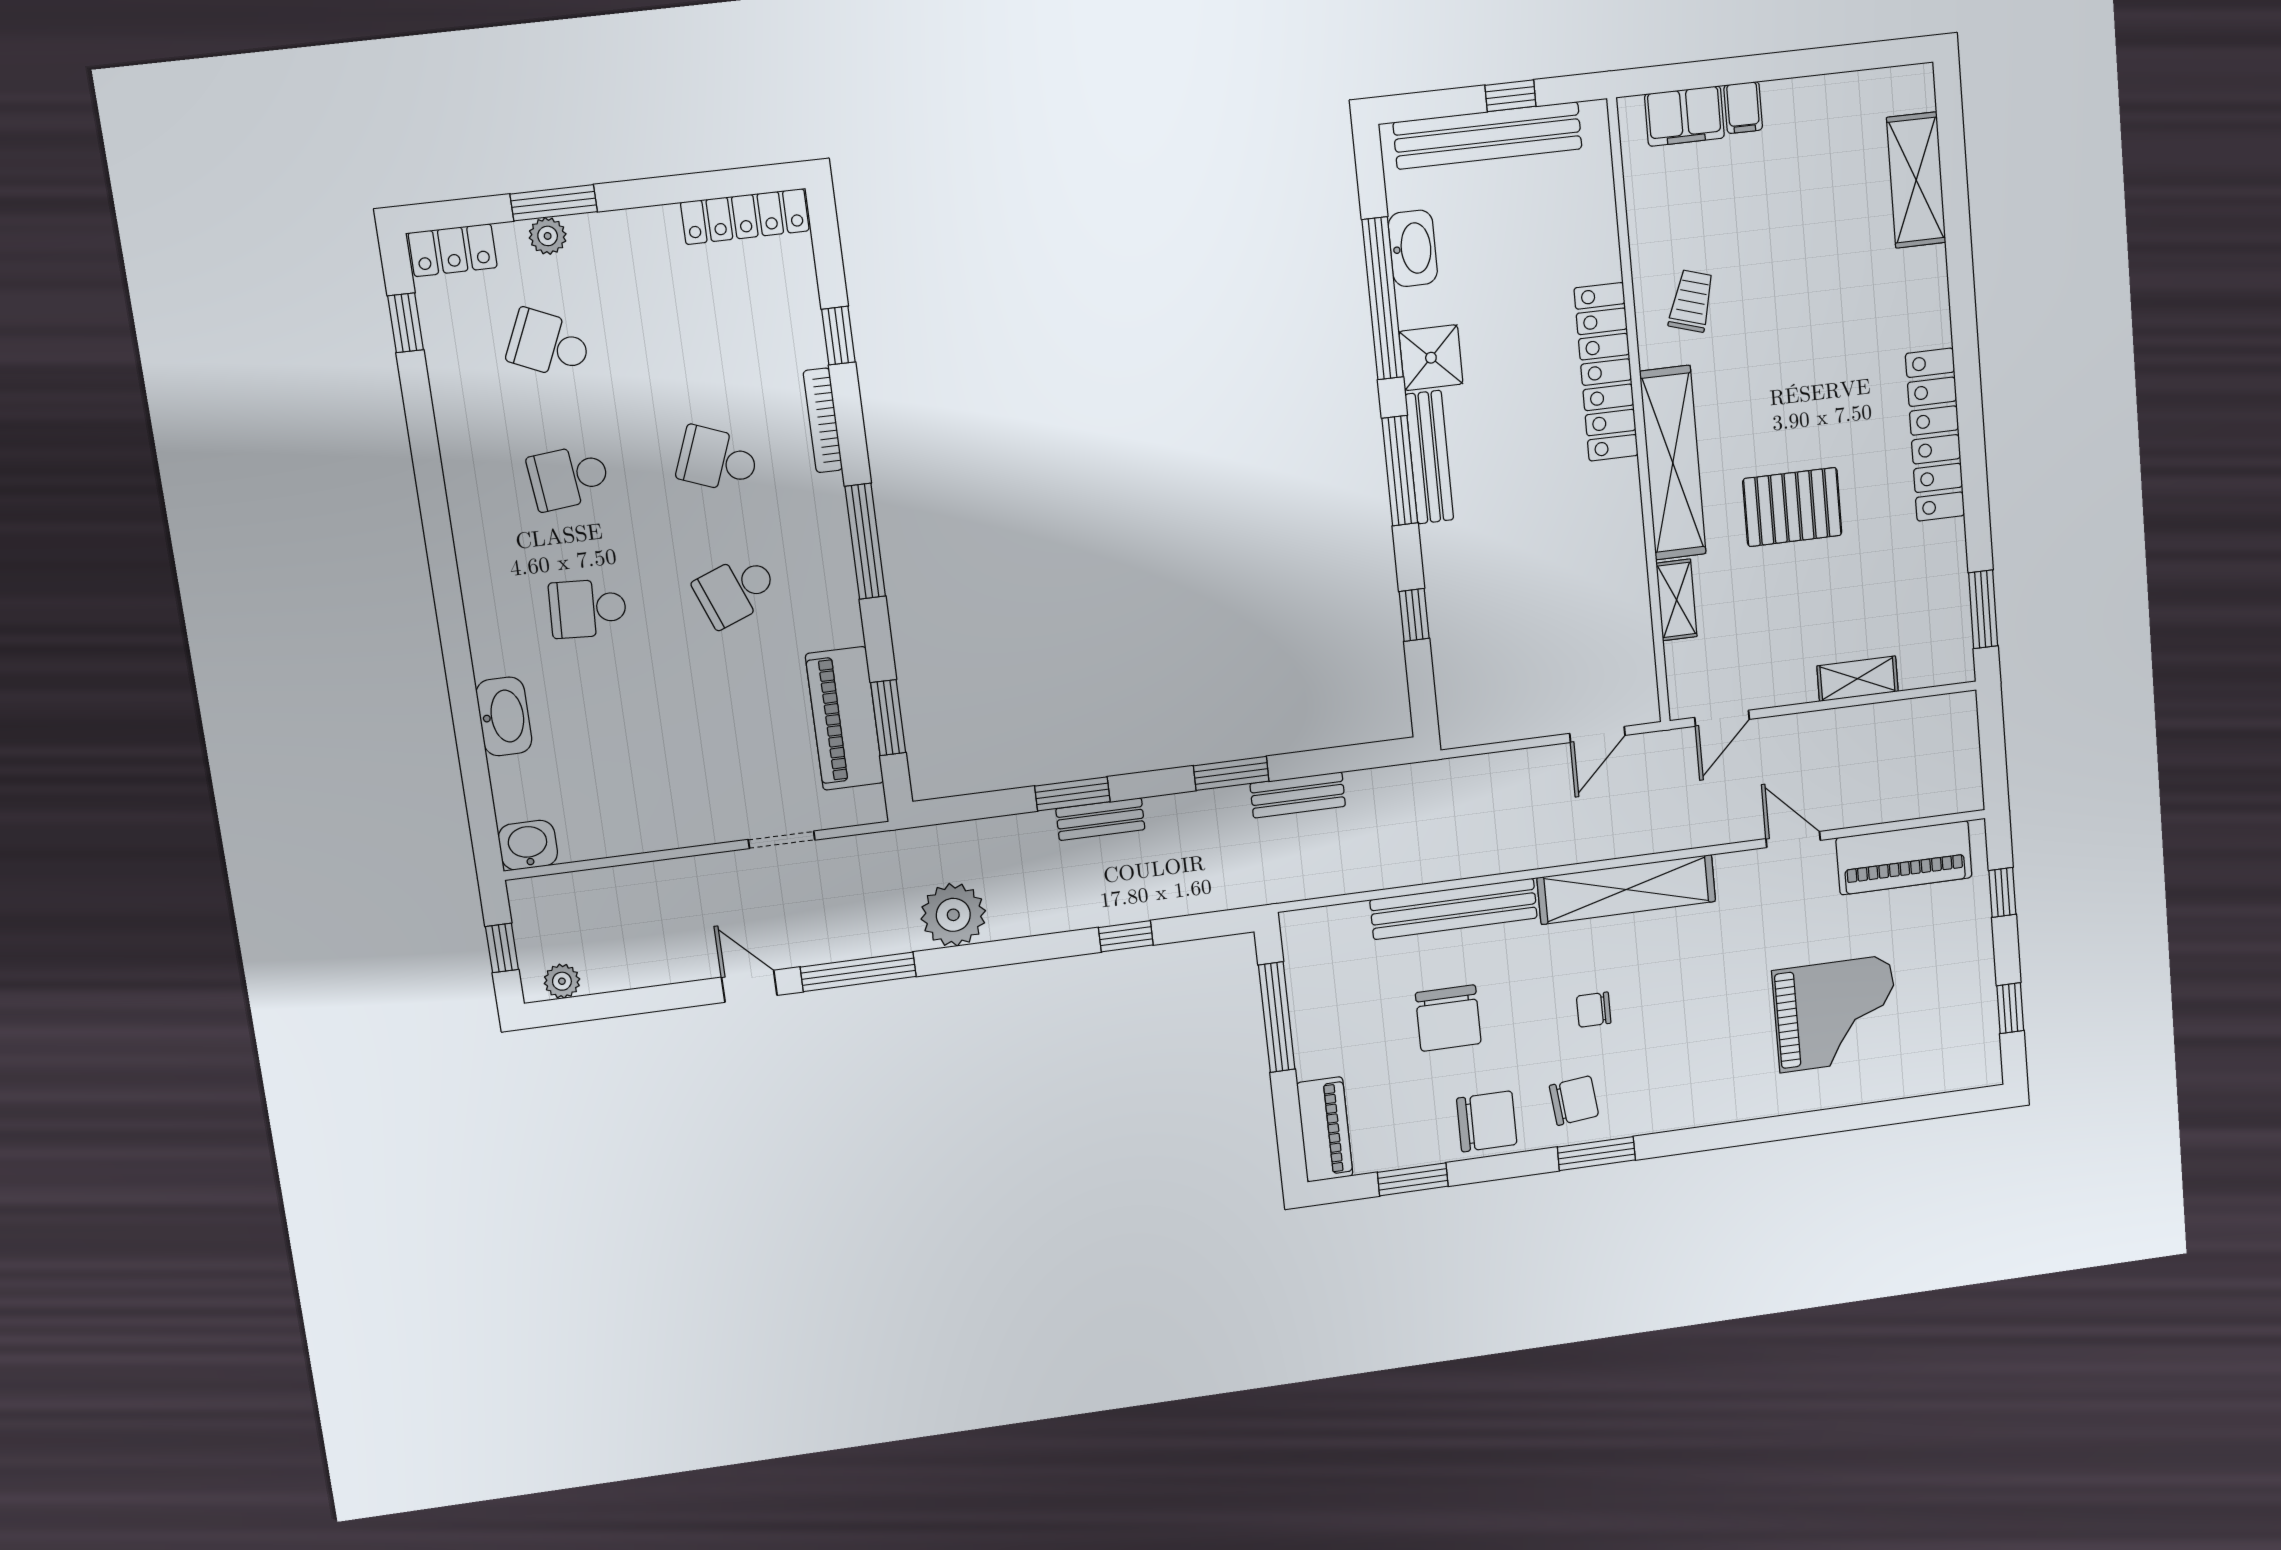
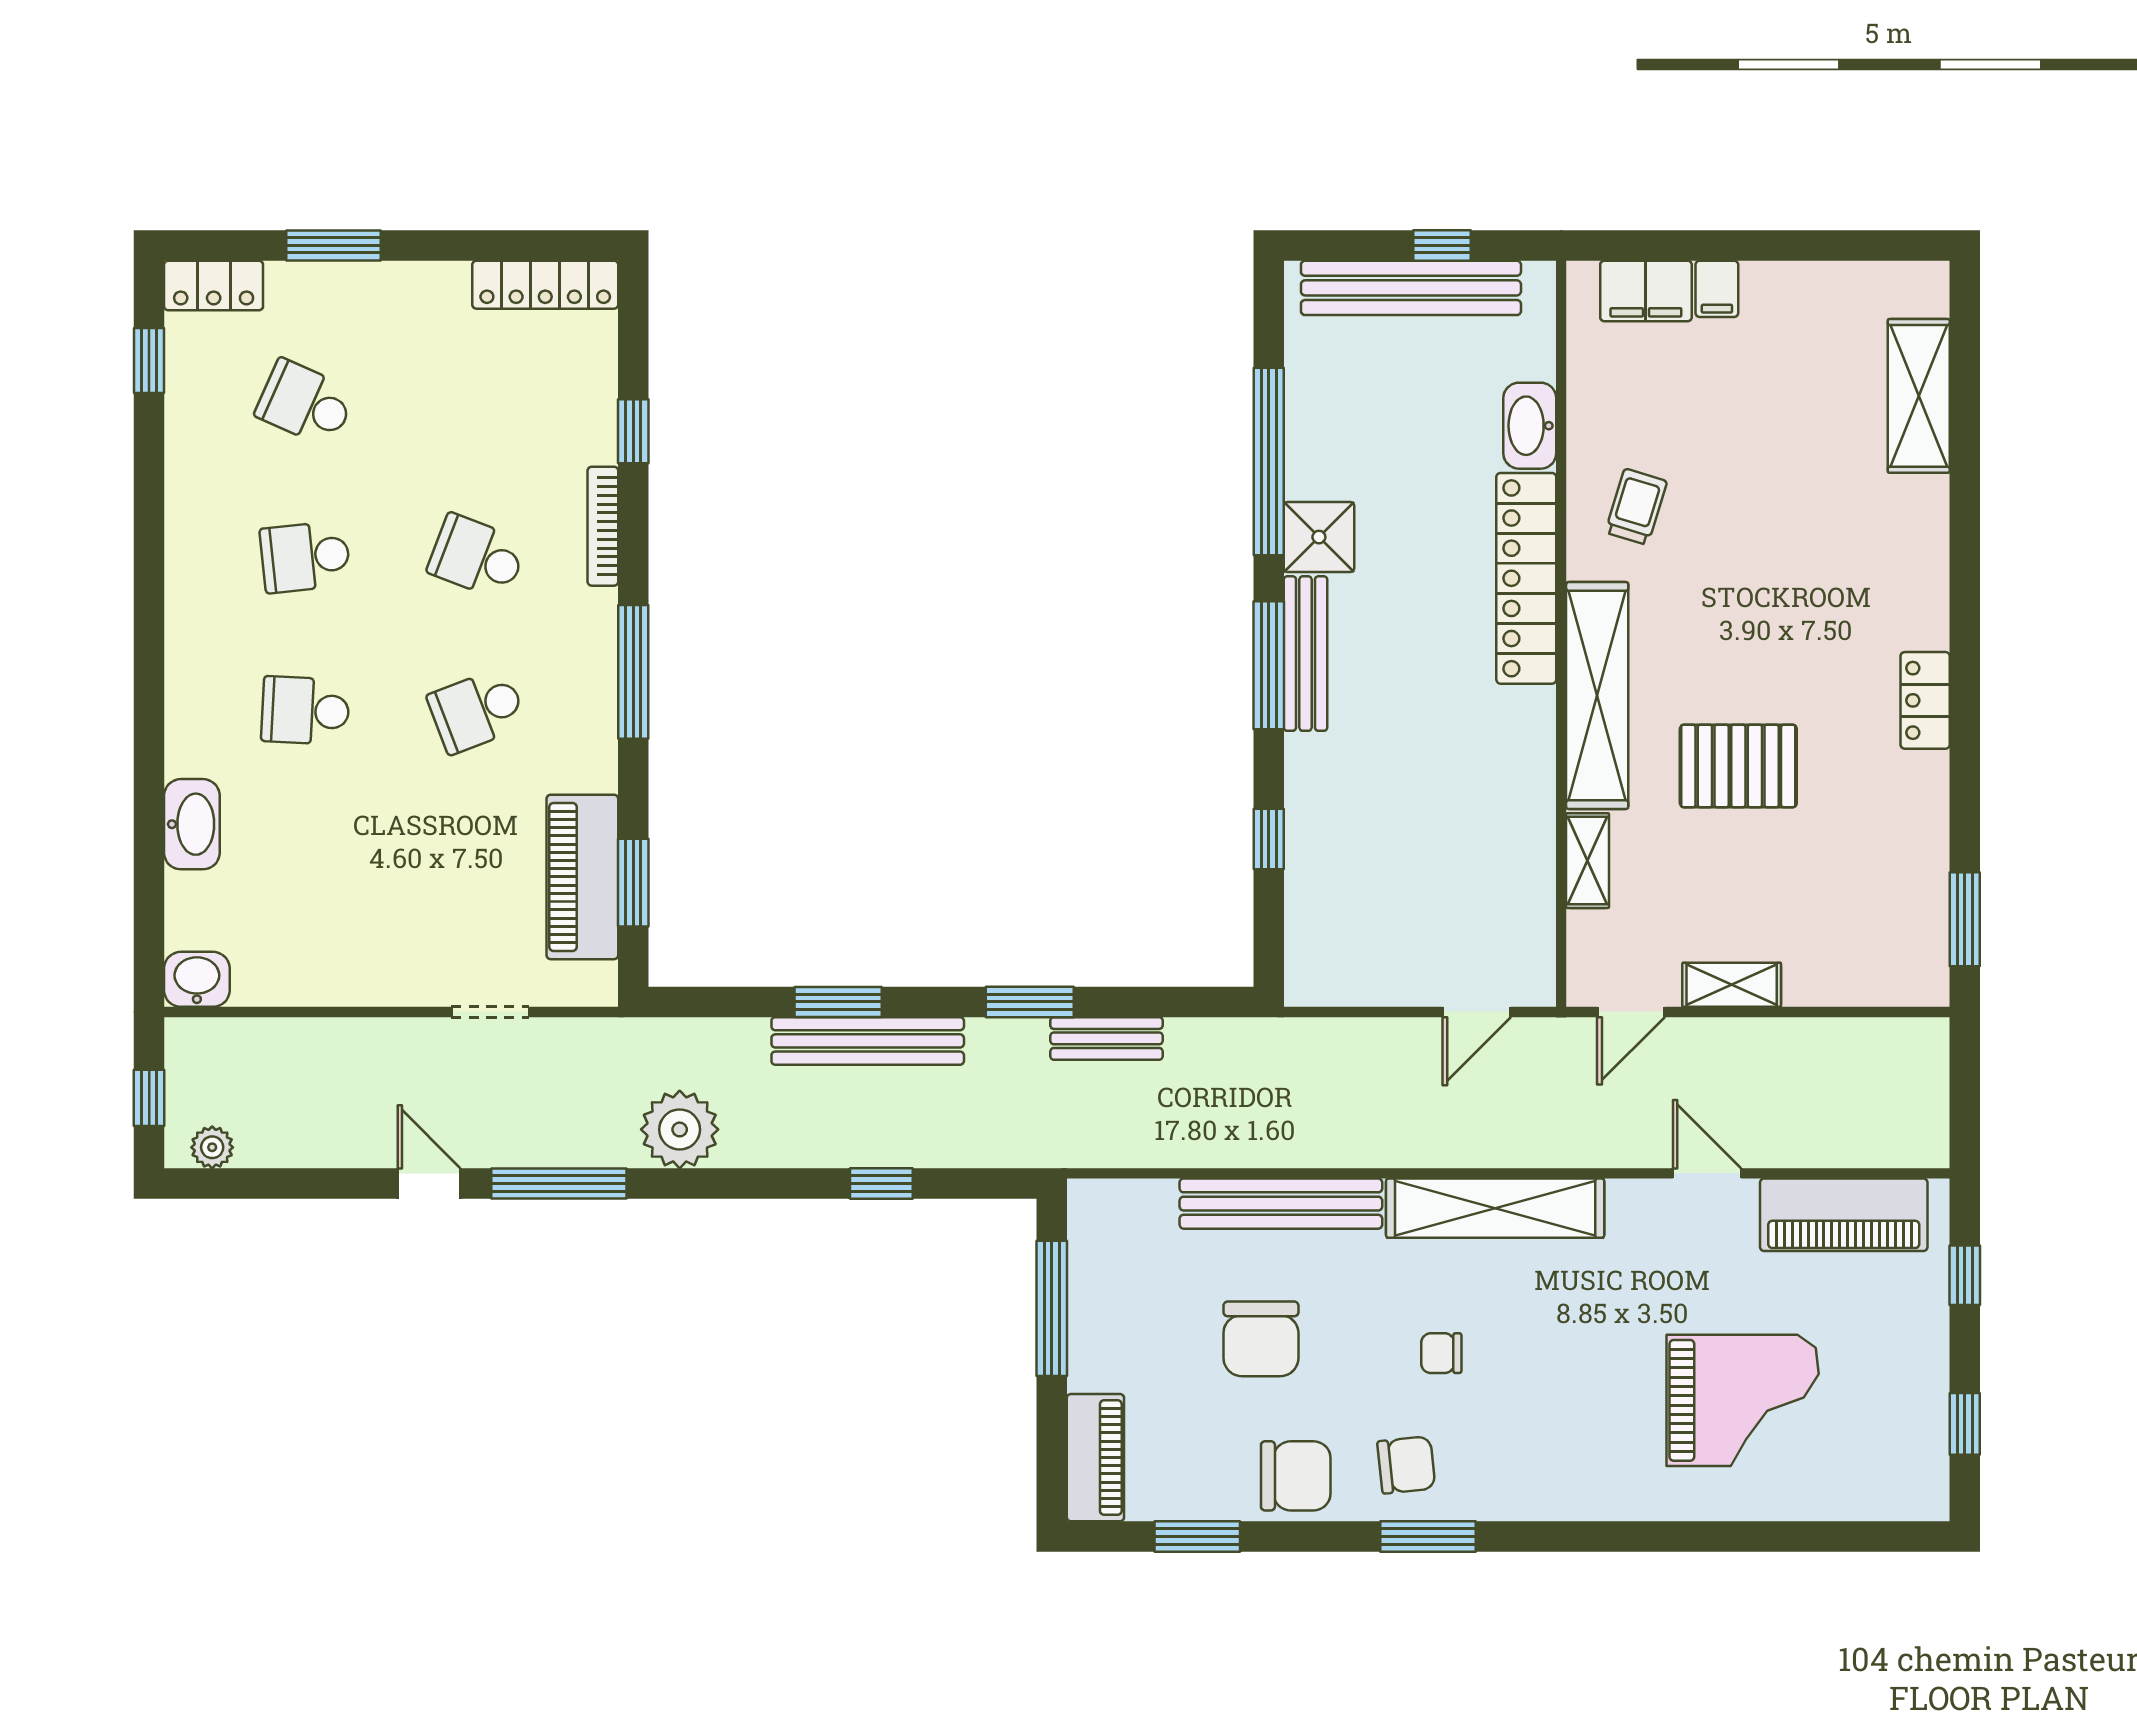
plant: (548, 236) -> (321, 282), removed
washbasin: (1413, 248) -> (1530, 426), moved, turned 180
locker: (1935, 435) -> (1925, 700), width x0.46, depth x0.83
shelving: (1857, 679) -> (1732, 985), moved
bench: (1100, 819) -> (868, 1041), width x1.86, depth x1.21

